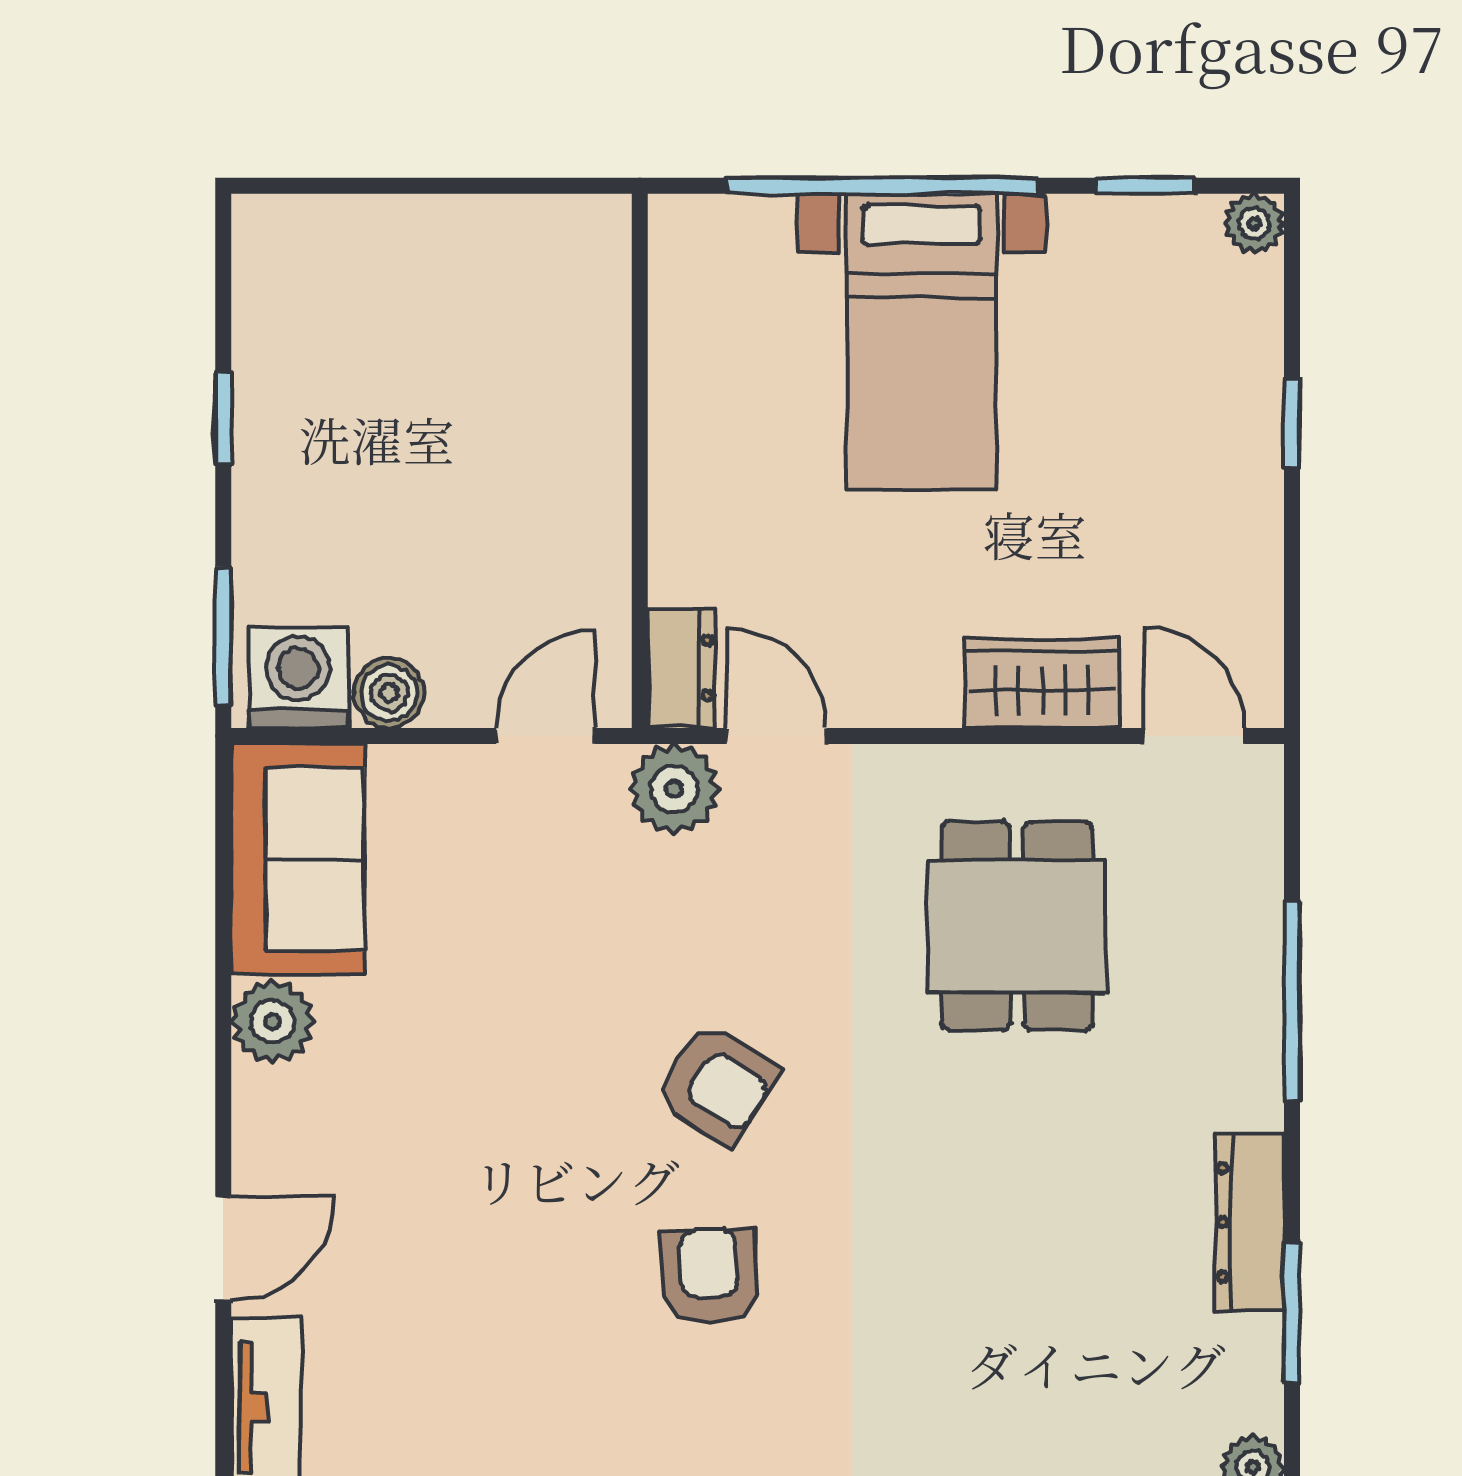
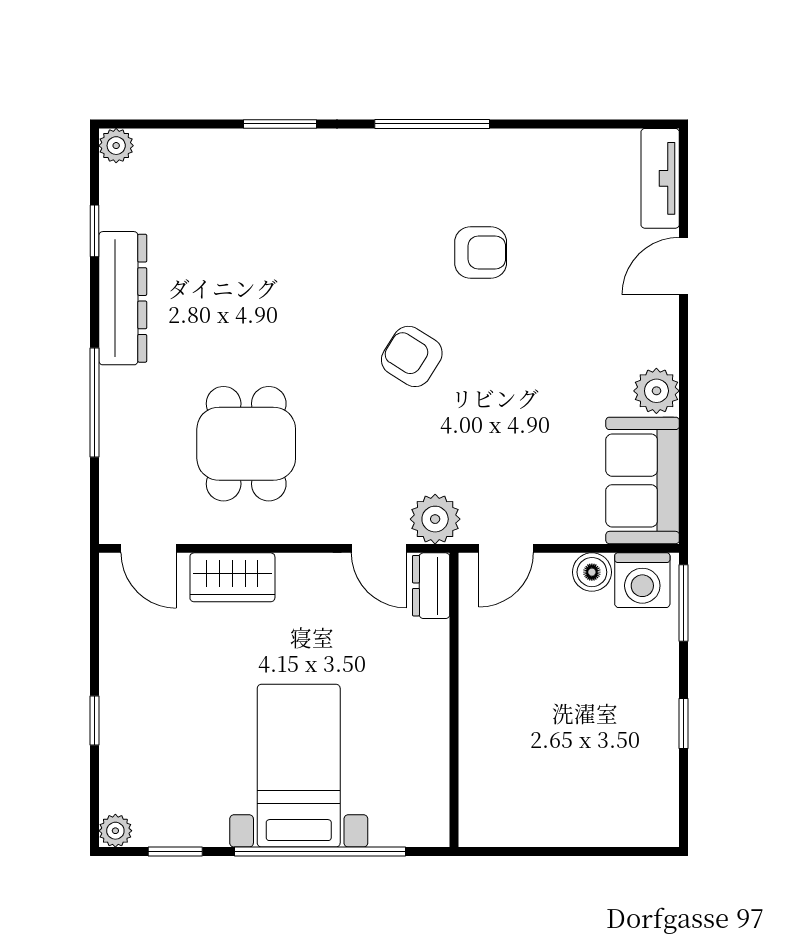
dresser: (1249, 1222) -> (123, 298), width x1.37, depth x1.24
armchair: (709, 1277) -> (481, 252), moved, turned -88
window: (1292, 1312) -> (95, 231), width x0.67

